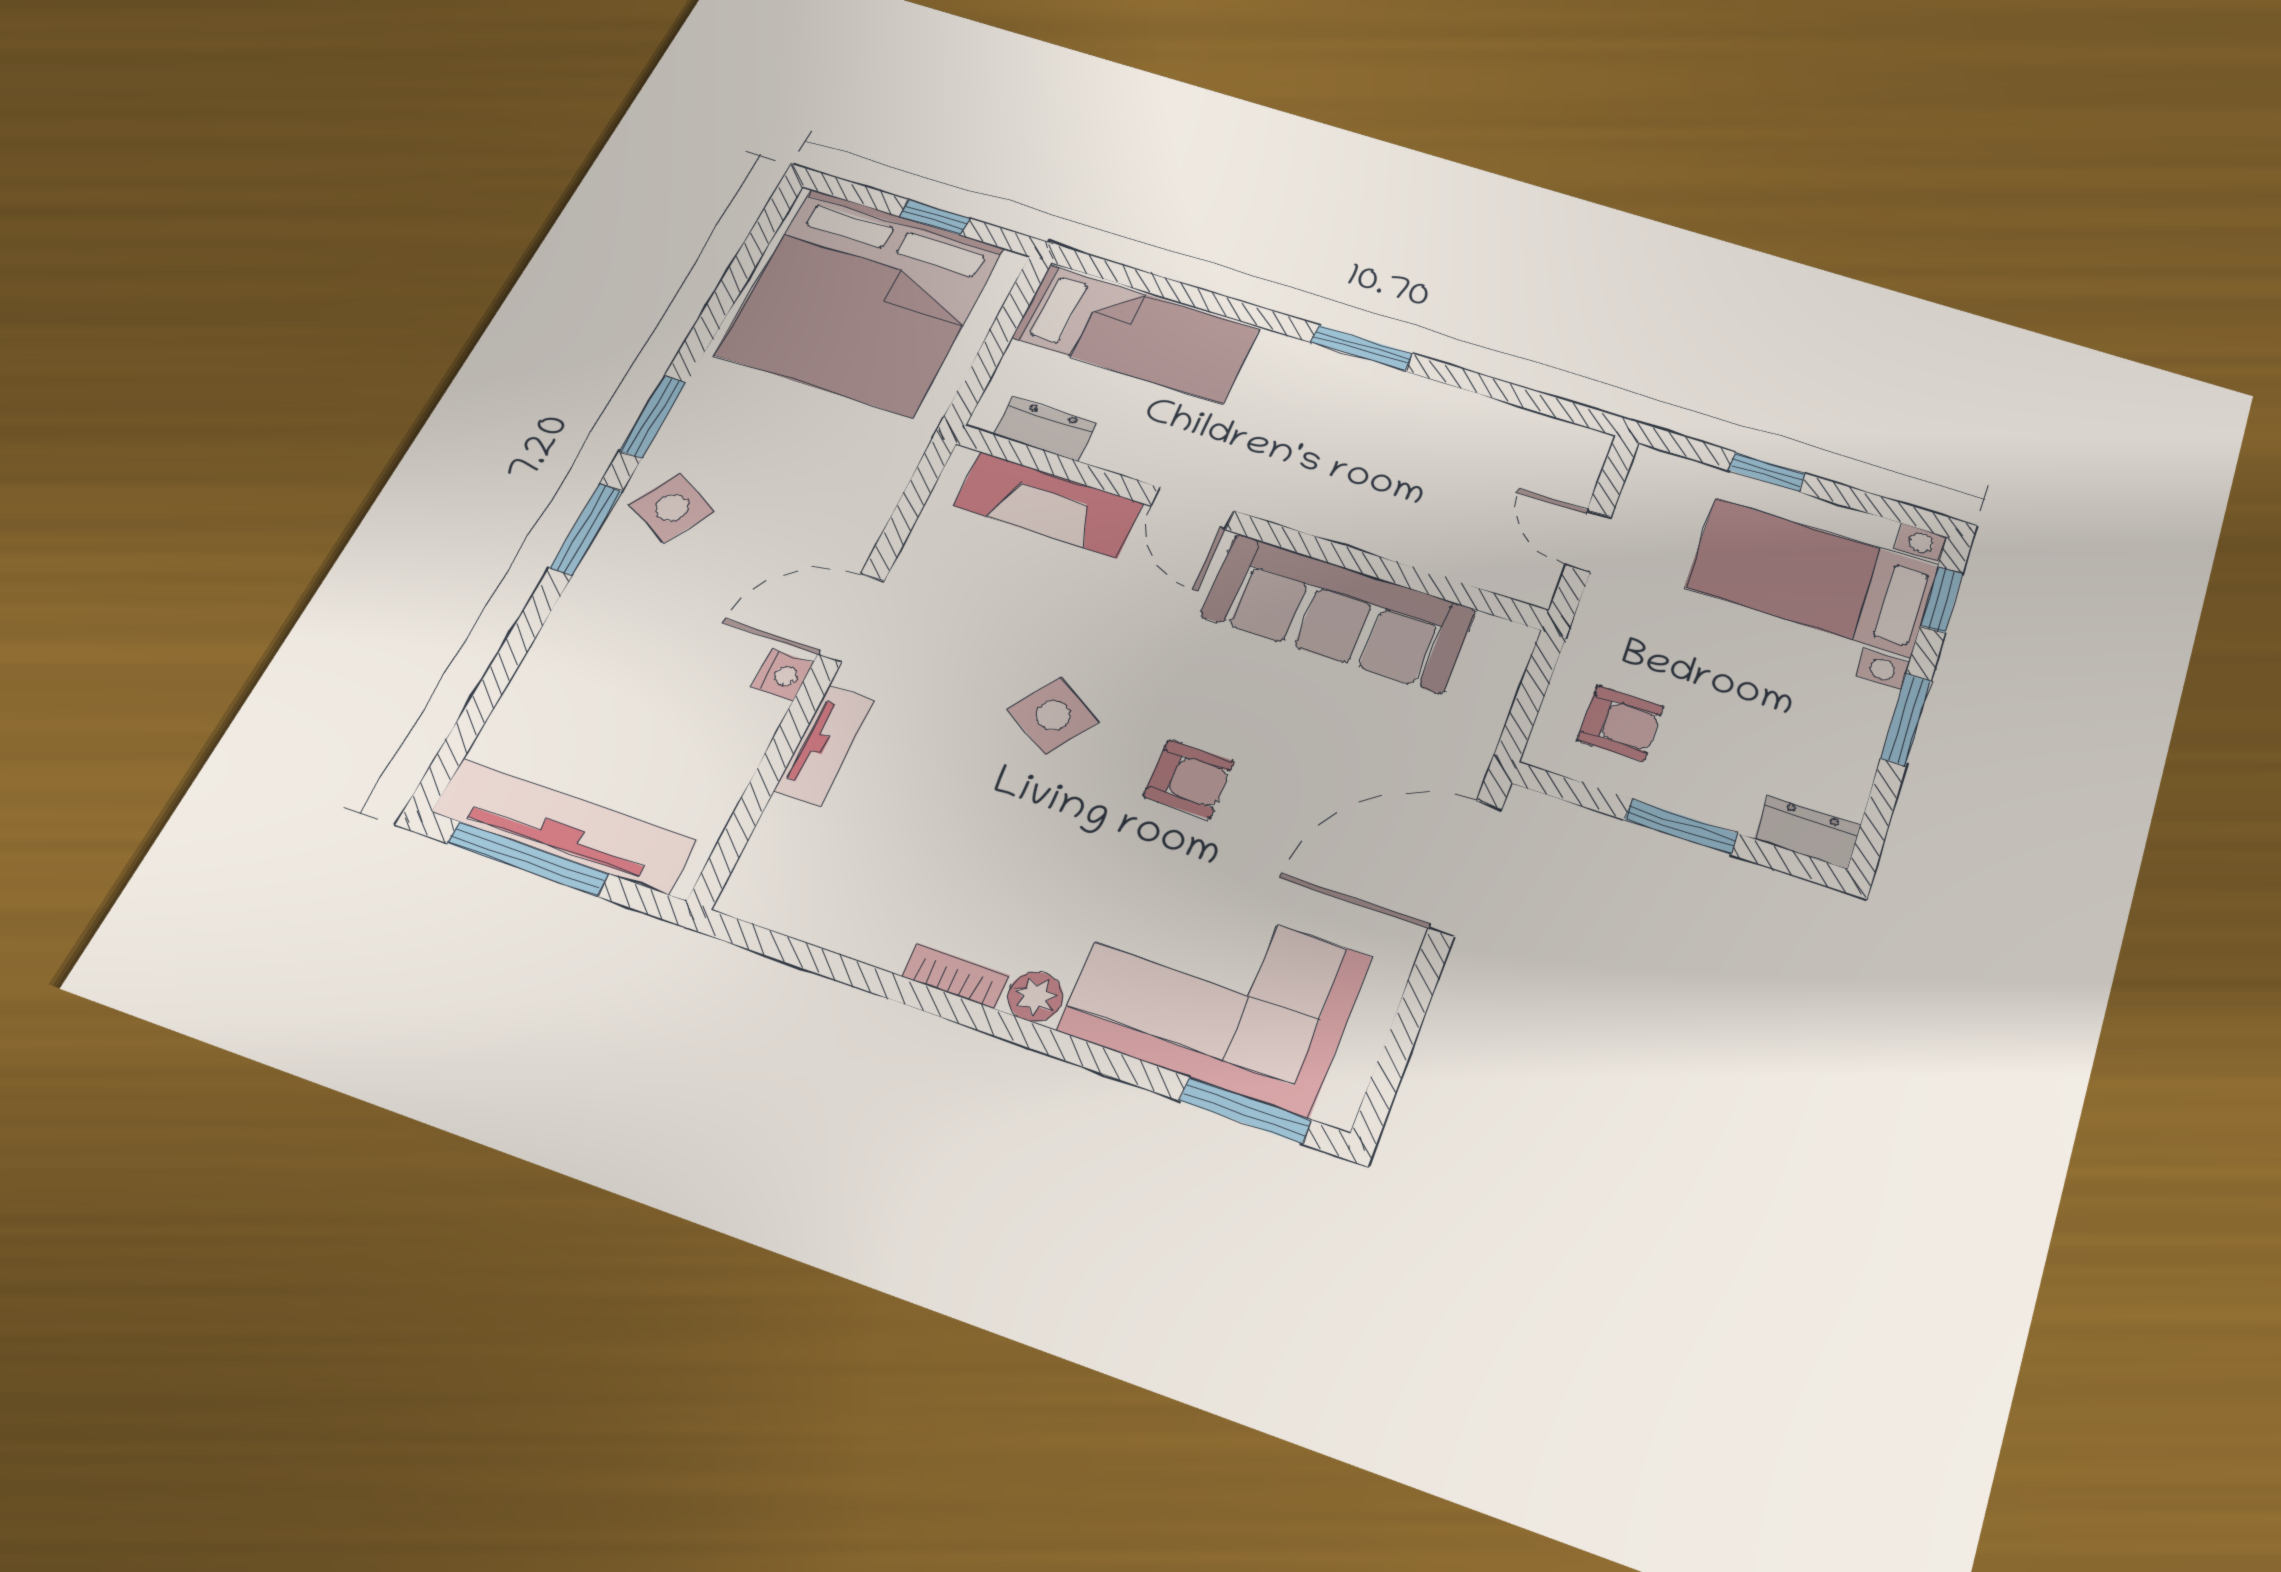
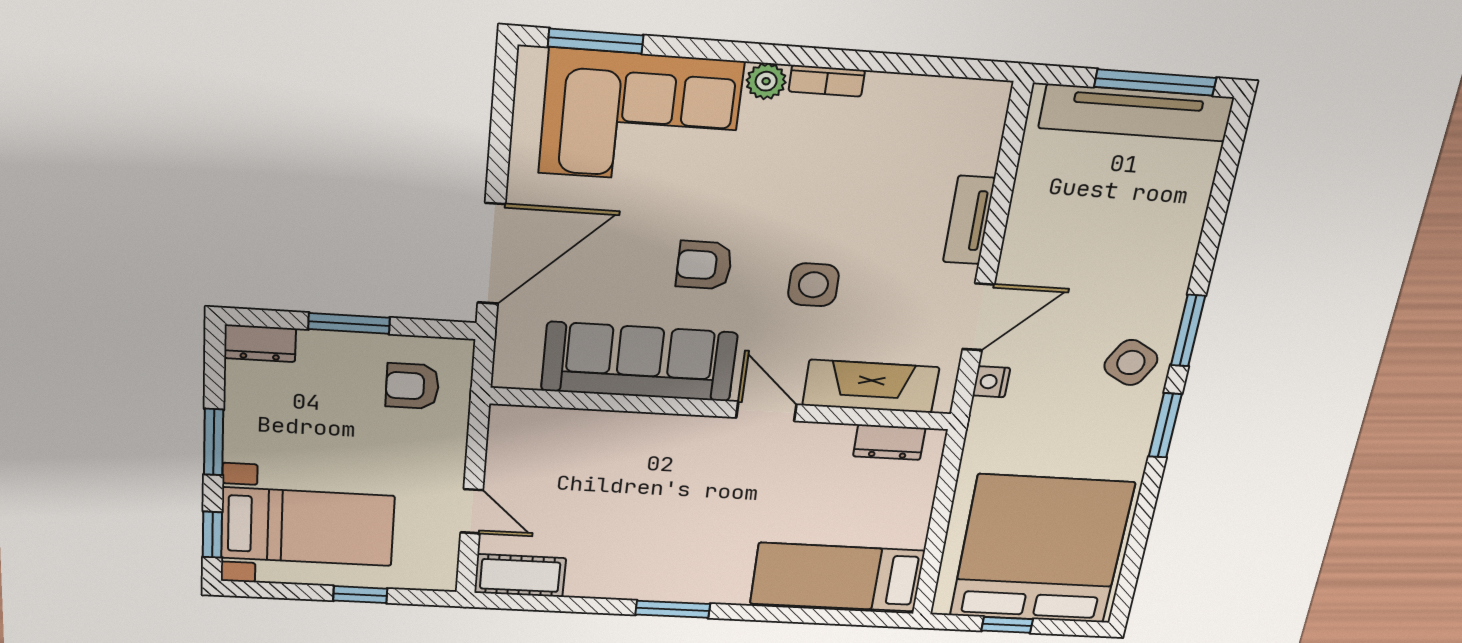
dresser: (1046, 429) -> (889, 442), moved
cot: (1549, 442) -> (520, 576), added
fireplace: (1048, 505) -> (871, 386), moved
door: (1192, 508) -> (766, 411), moved
wall: (1248, 526) -> (722, 409), moved
sofa: (1338, 613) -> (639, 362), moved
nightstand: (782, 675) -> (991, 382), moved
side table: (1053, 716) -> (813, 285), turned -33

